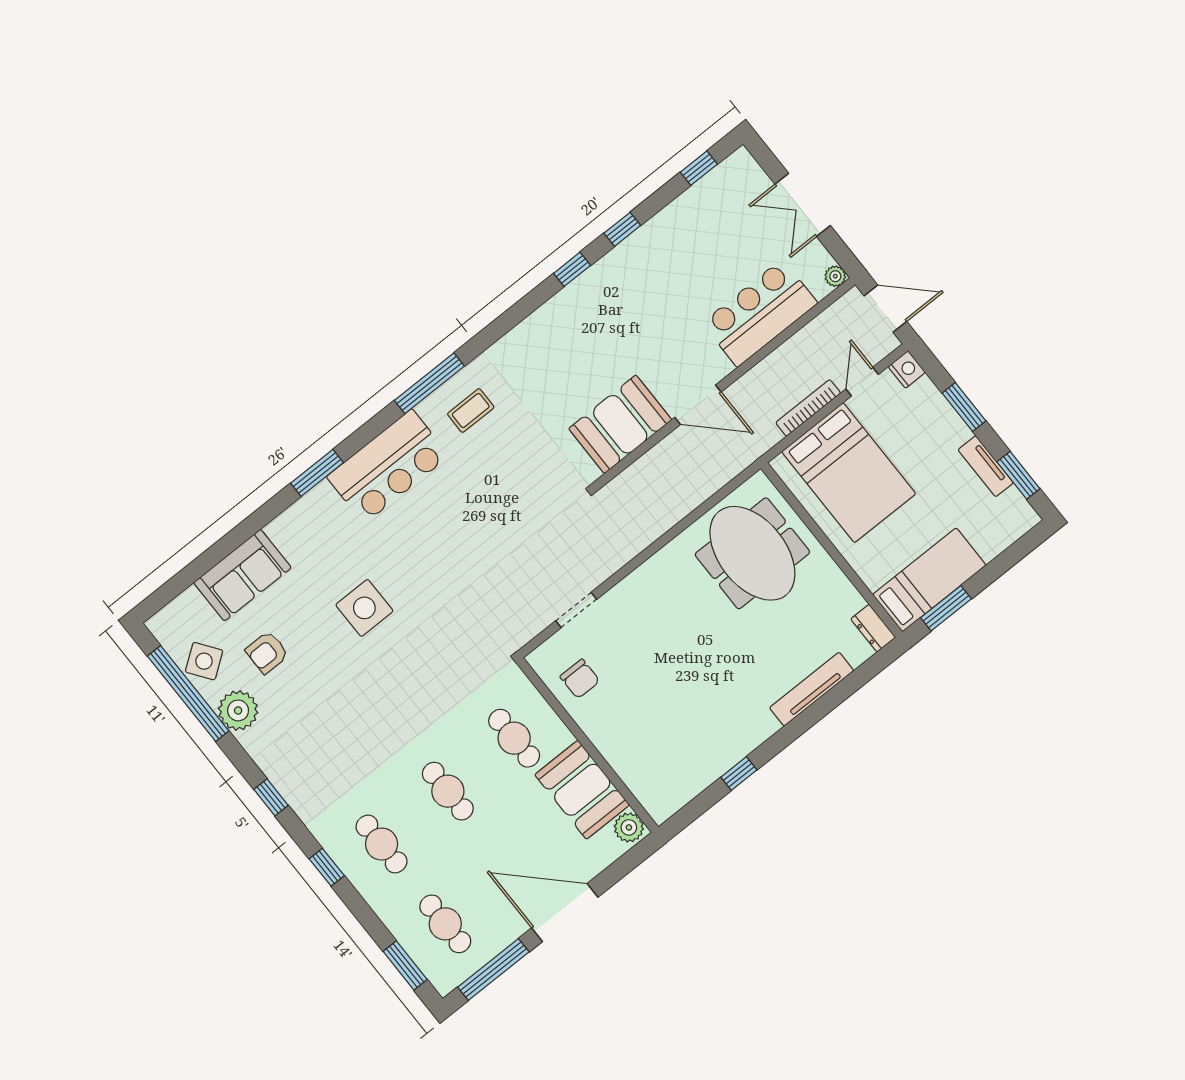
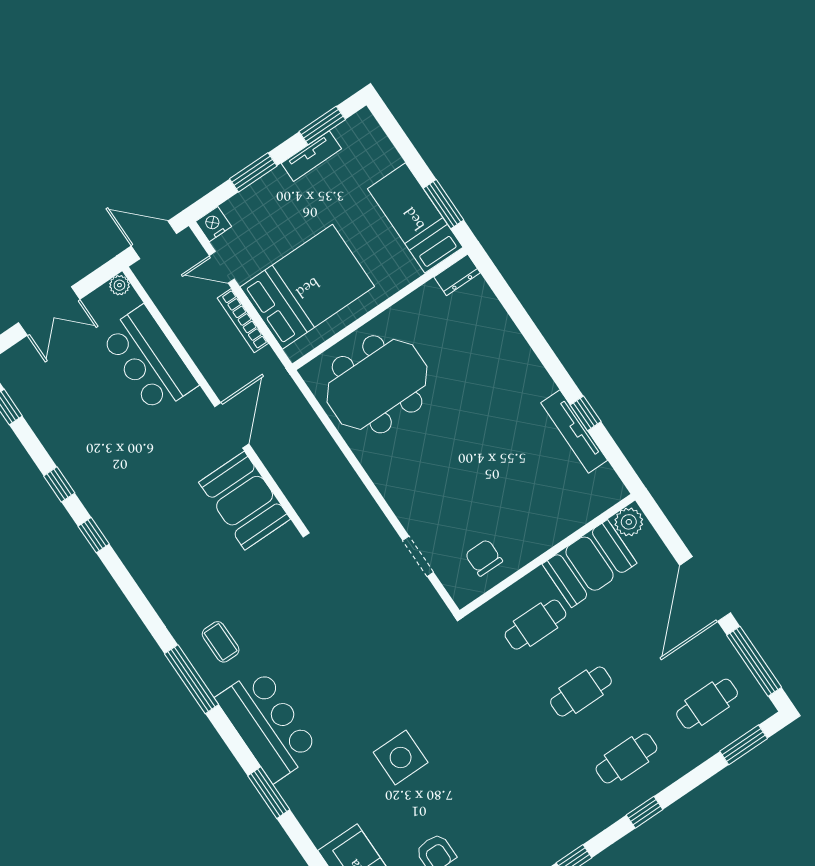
door: (885, 309) -> (154, 240), hinge flipped
chair: (580, 679) -> (484, 558), turned -90
tv unit: (812, 689) -> (574, 431), moved

